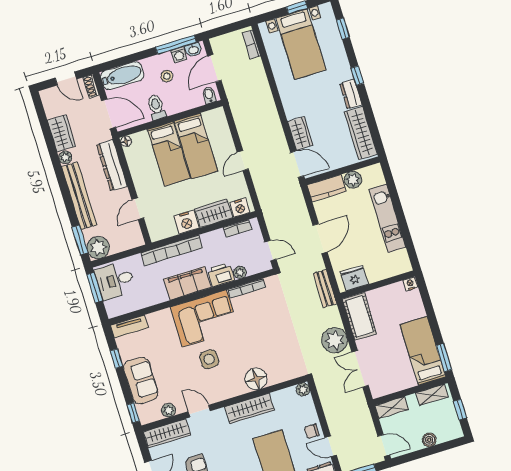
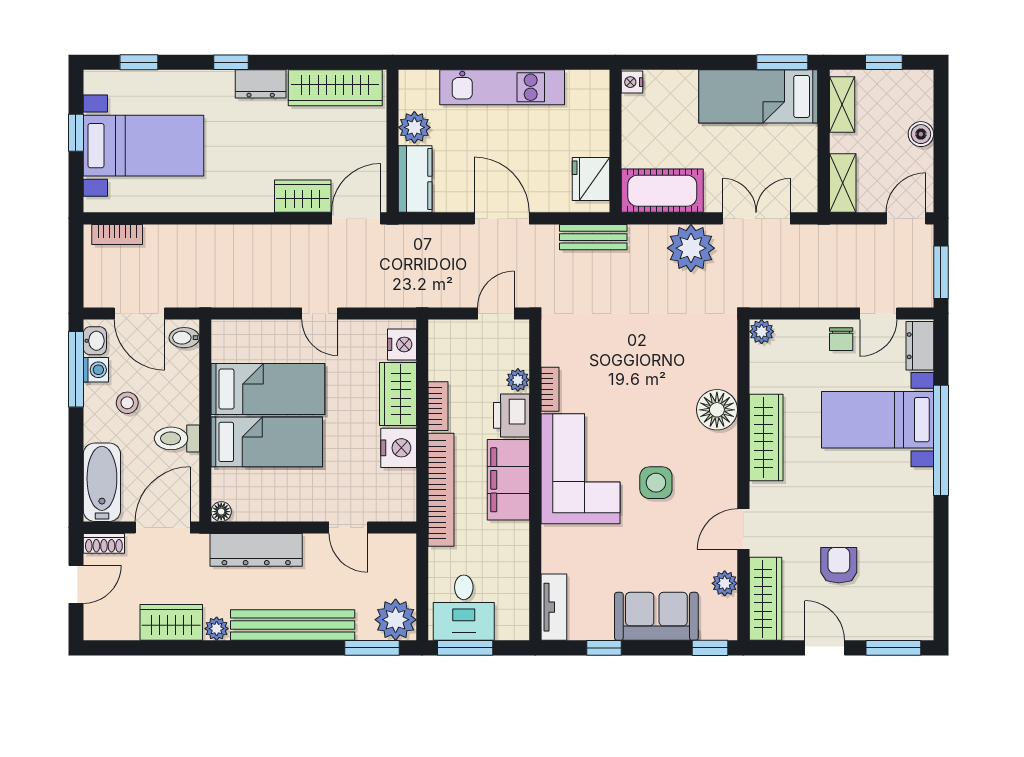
bookcase: (237, 228) -> (438, 406), moved
bookcase: (247, 288) -> (550, 389), width x0.64
double door: (360, 369) -> (756, 218), swing flipped

